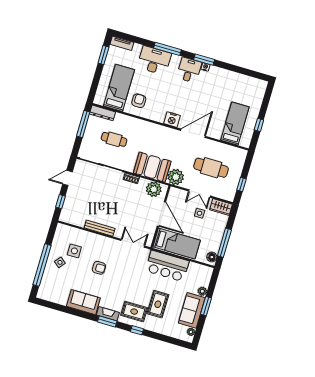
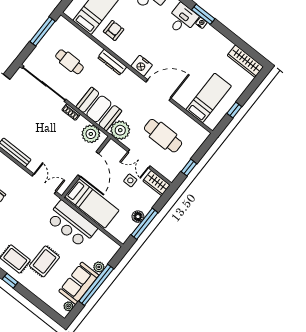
wardrobe: (252, 83) -> (245, 61), added
dresser: (103, 113) -> (112, 62), moved
floor lamp: (212, 257) -> (138, 217), moved
window: (206, 306) -> (96, 285), width x2.11

